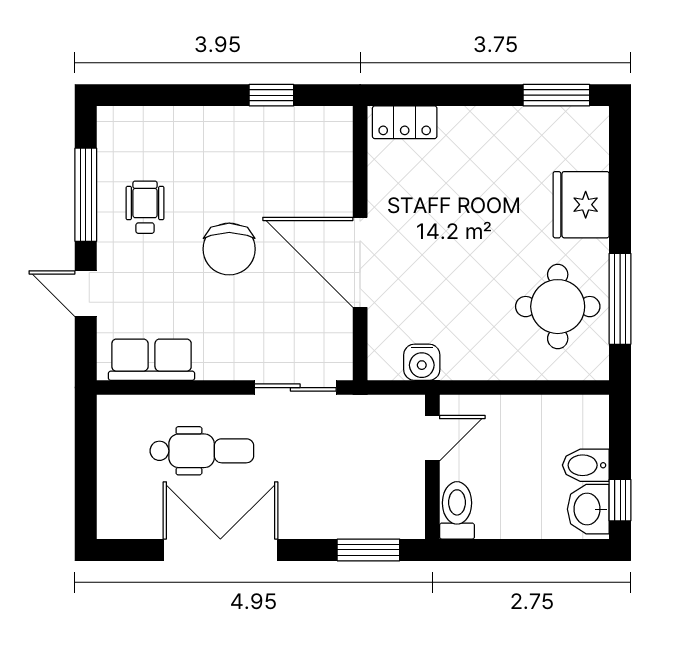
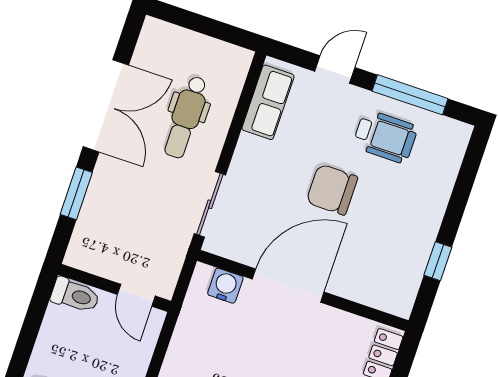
wheelchair: (145, 207) -> (385, 137), width x1.36, depth x1.37
water cooler: (422, 362) -> (225, 286), moved, turned 90
window: (368, 550) -> (76, 193), moved

